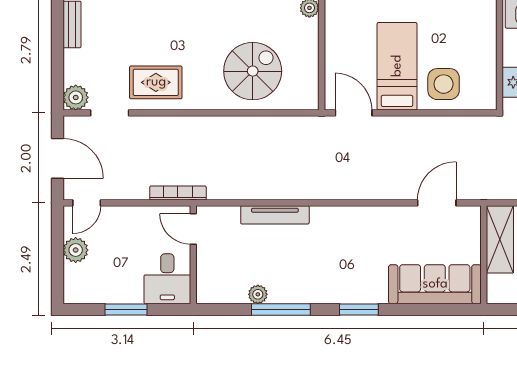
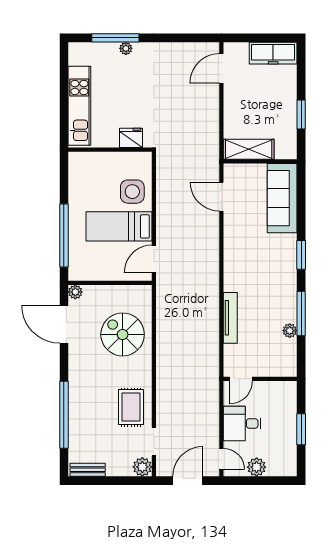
bookcase: (178, 193) -> (214, 390), removed
desk: (167, 279) -> (242, 423), moved, turned 180

